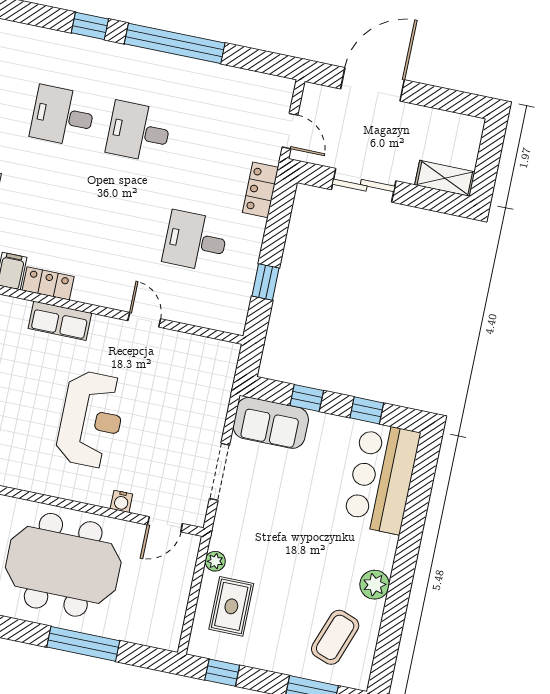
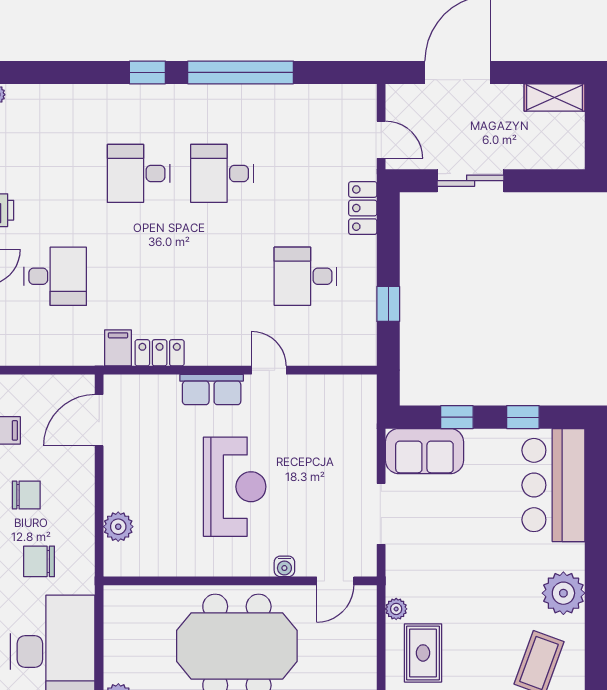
shelving: (445, 178) -> (554, 98), moved
row of seats: (60, 321) -> (212, 390), moved
plant: (375, 585) -> (563, 593), width x1.36, depth x1.36

